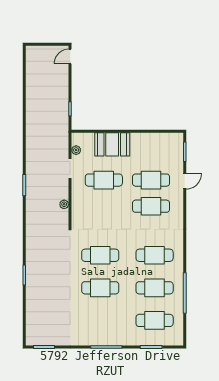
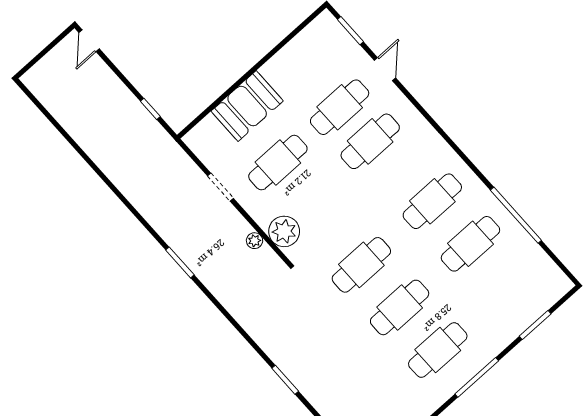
plant: (76, 150) -> (284, 231), moved, width x1.88, depth x1.88
cafe table: (155, 320) -> (438, 350), moved

